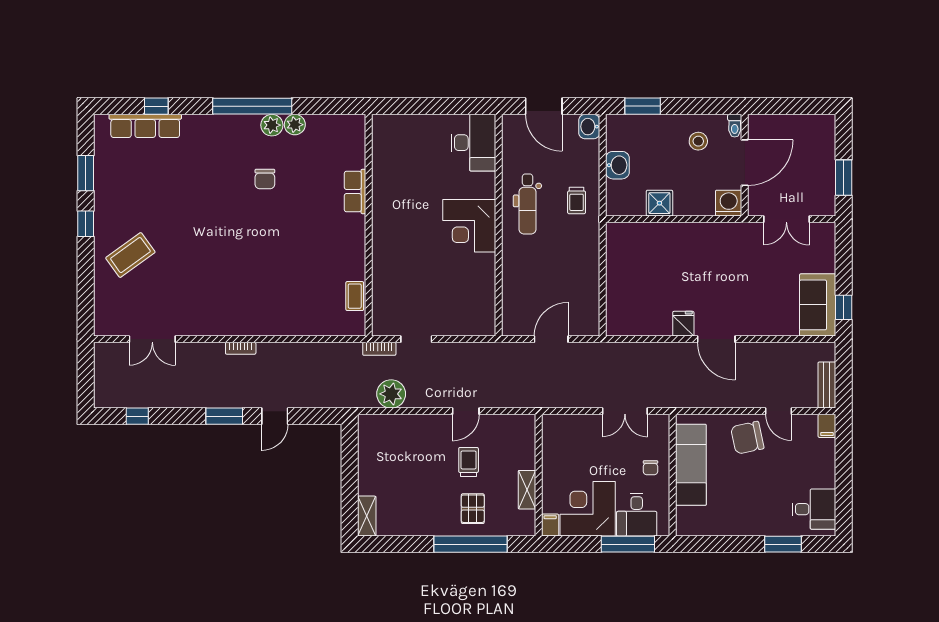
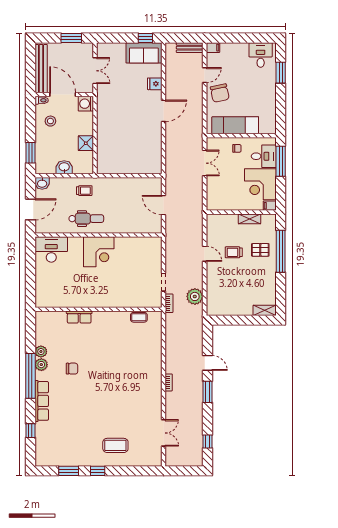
bench: (790, 125) -> (41, 69), added
row of seats: (145, 126) -> (42, 401), moved
coffee table: (130, 255) -> (115, 445), turned -54
fridge: (683, 324) -> (155, 84), moved

